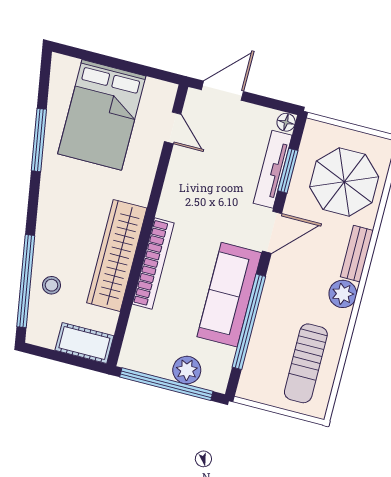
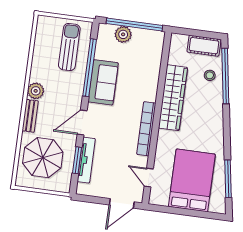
floor lamp: (286, 122) -> (82, 189), removed
window: (39, 140) -> (228, 179), moved
bookcase: (153, 263) -> (146, 129), moved
sofa: (229, 295) -> (103, 82), width x0.73
cot: (84, 343) -> (204, 46), moved
sun lounger: (306, 363) -> (69, 47), moved

